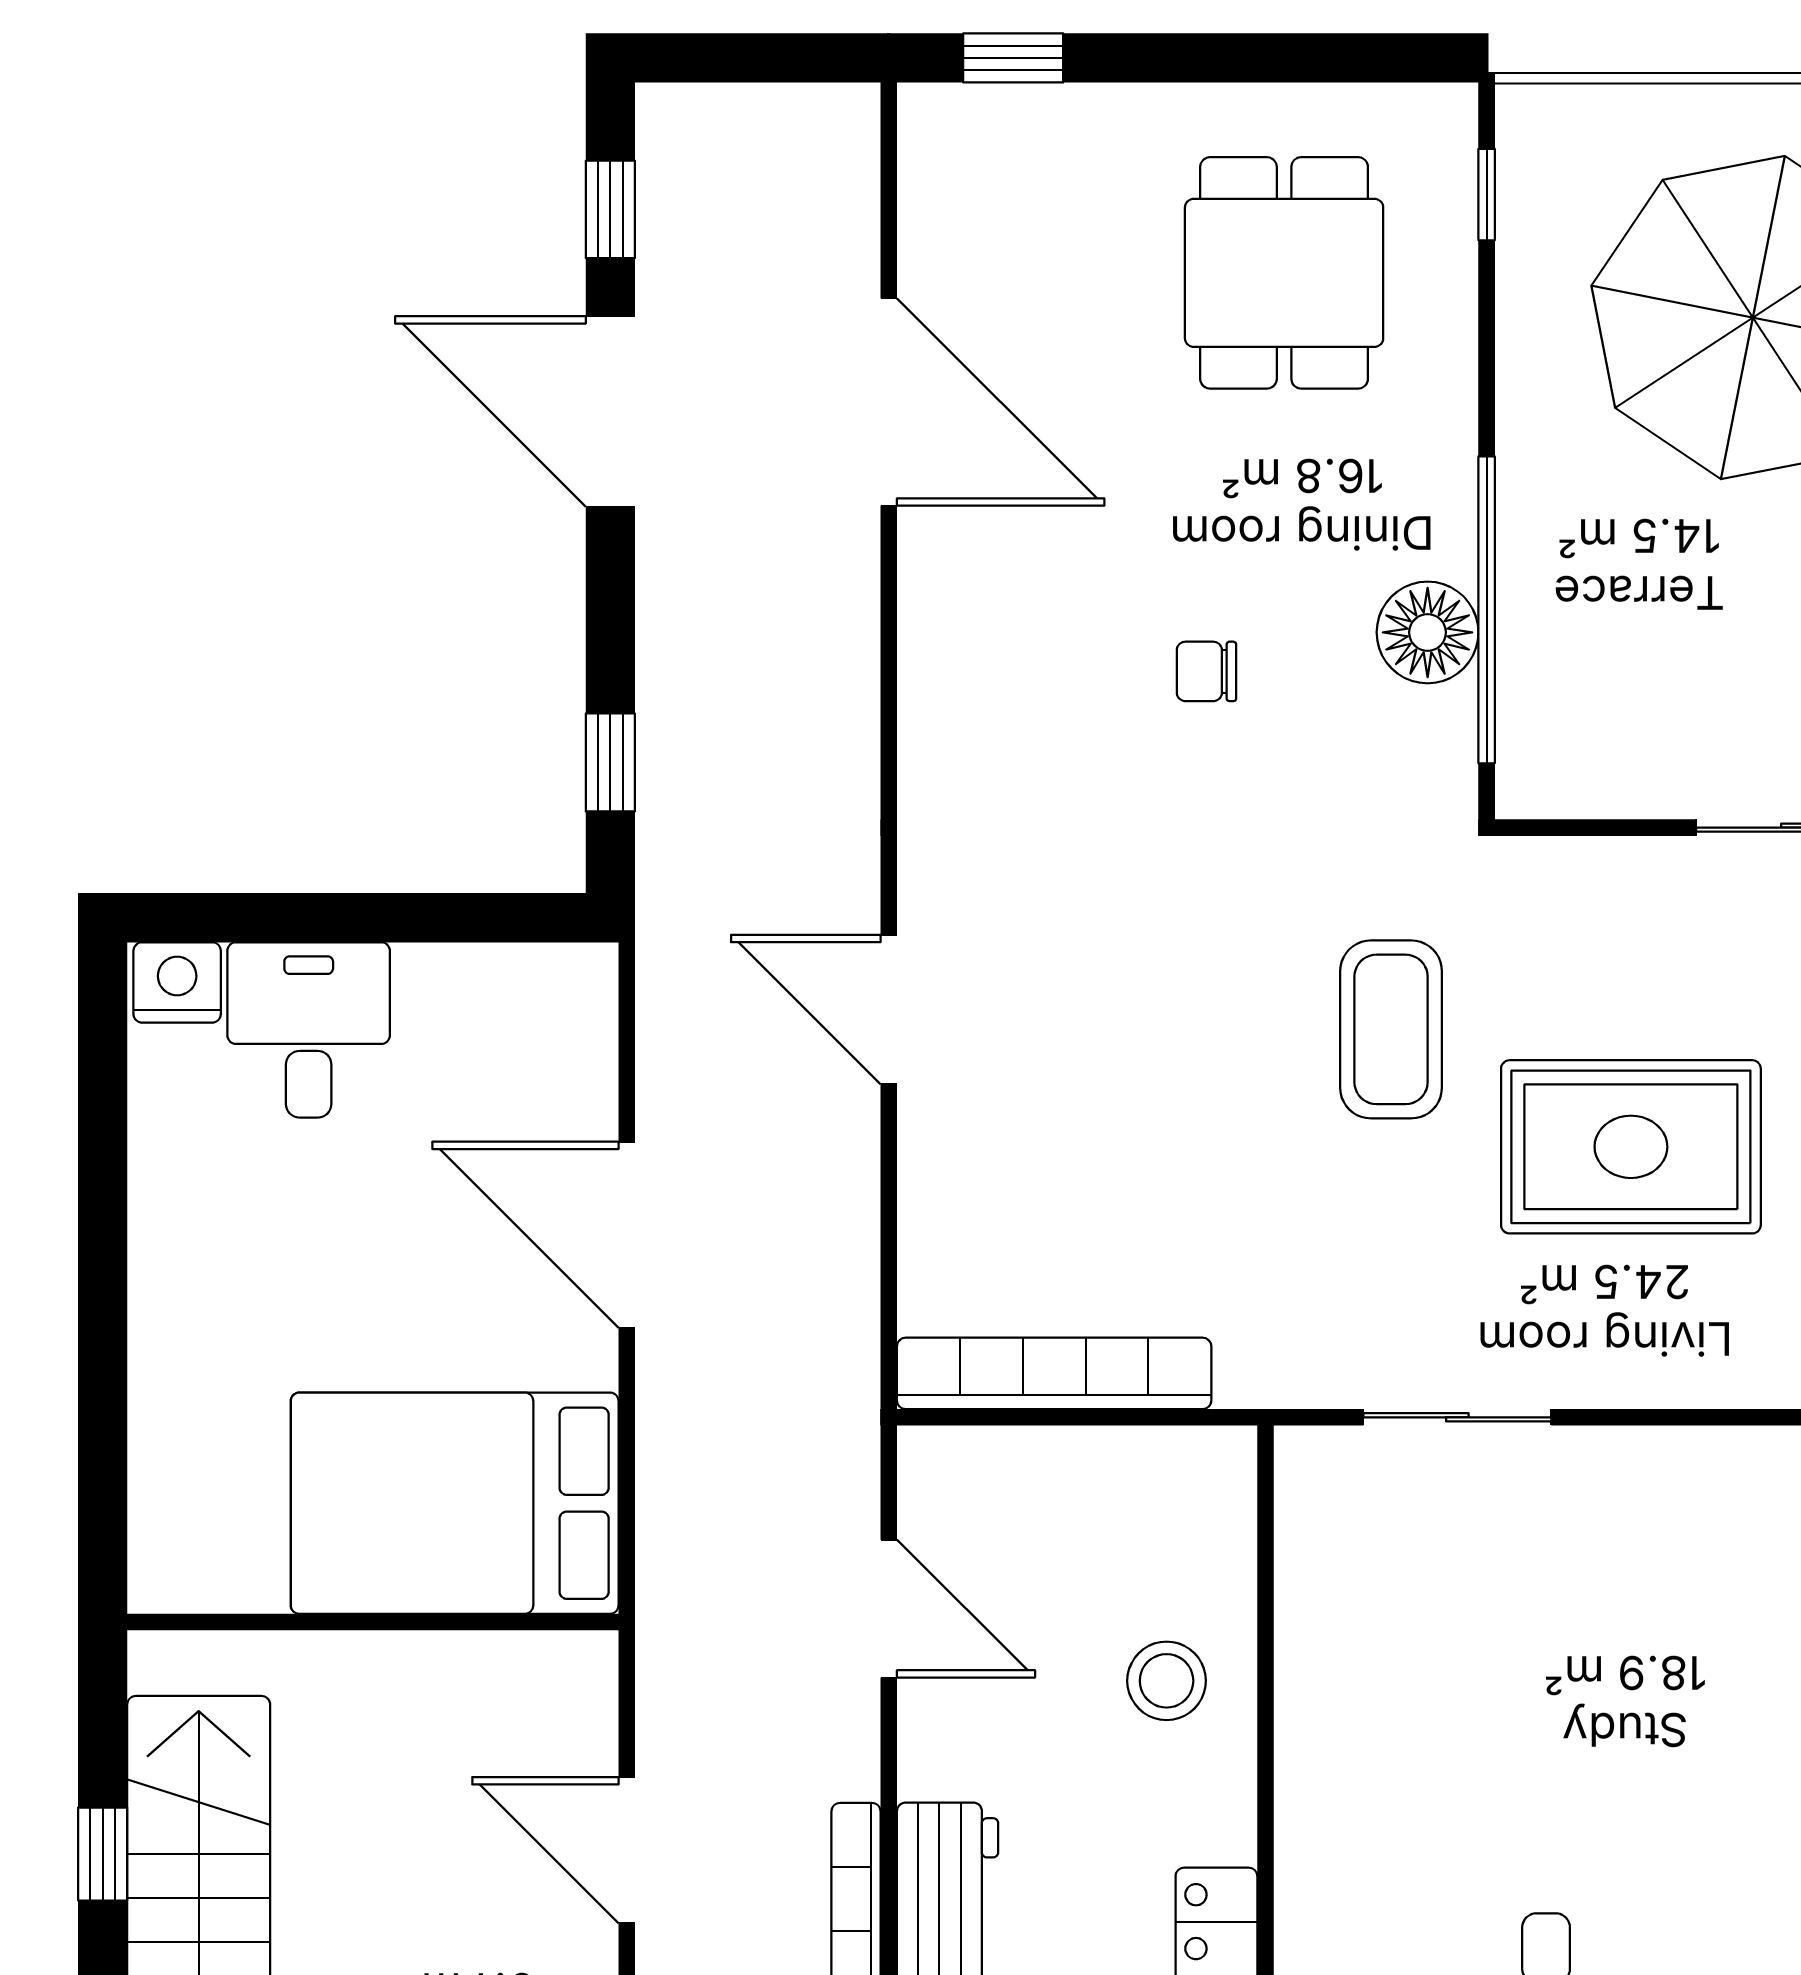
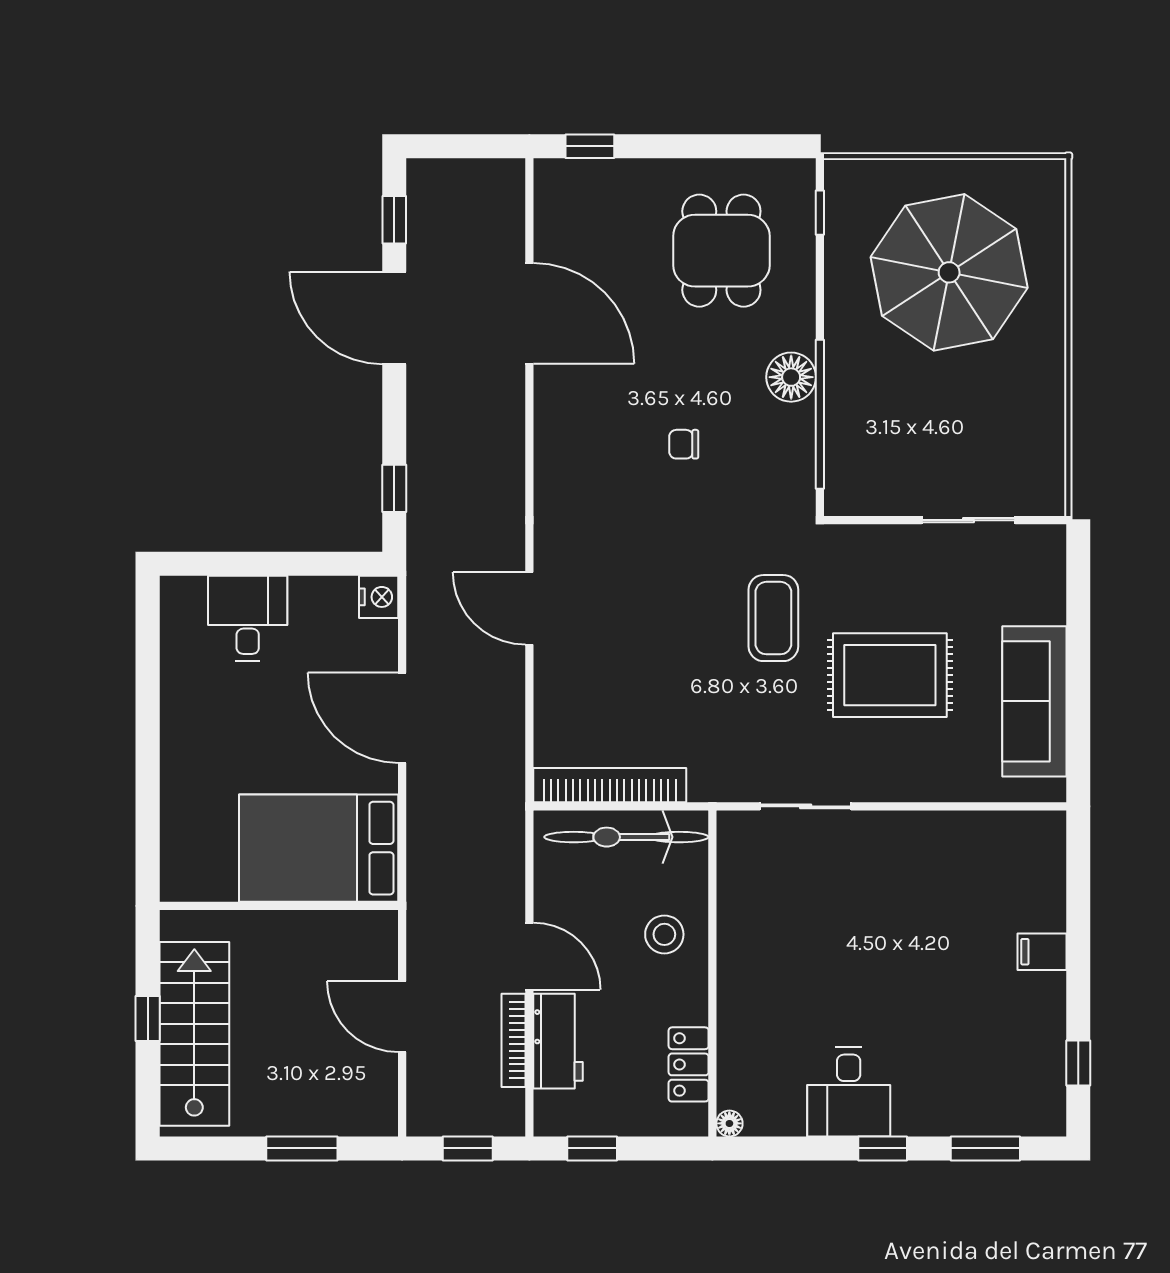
floor lamp: (1428, 632) -> (791, 377), moved
nightstand: (177, 982) -> (379, 597), moved, turned 90
bicycle: (1088, 1480) -> (626, 837), added
door: (889, 1609) -> (529, 956), moved

